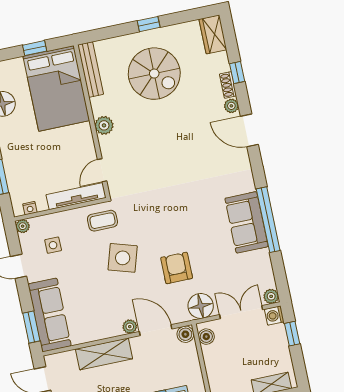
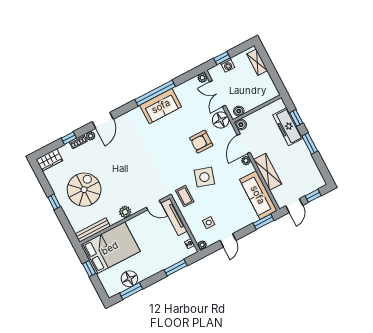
sofa: (50, 315) -> (258, 195), moved, turned -90
washing machine: (274, 316) -> (228, 65), moved

